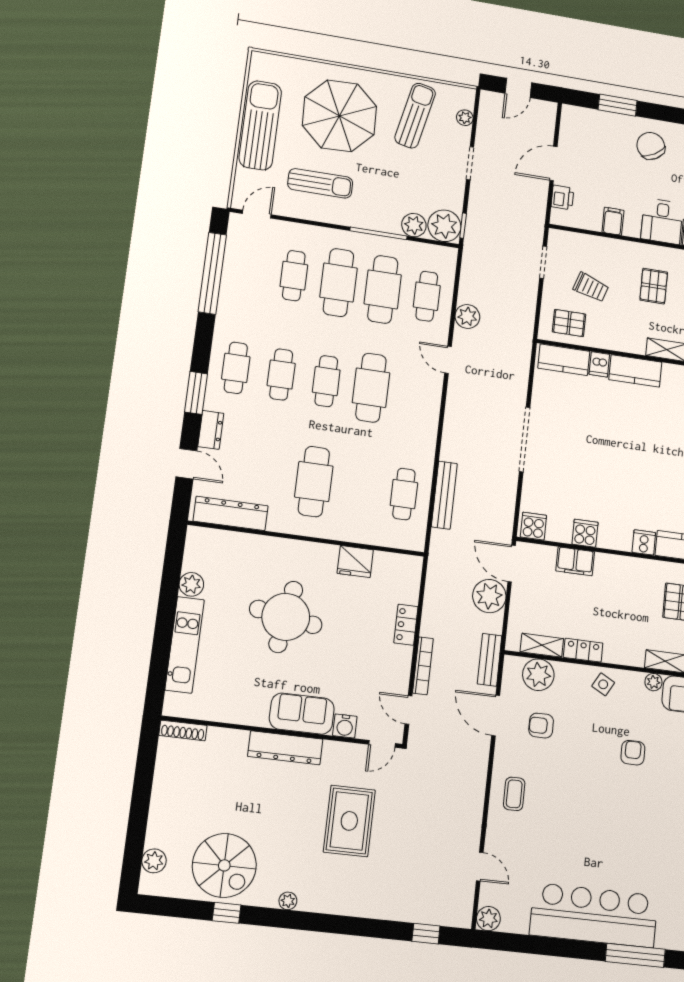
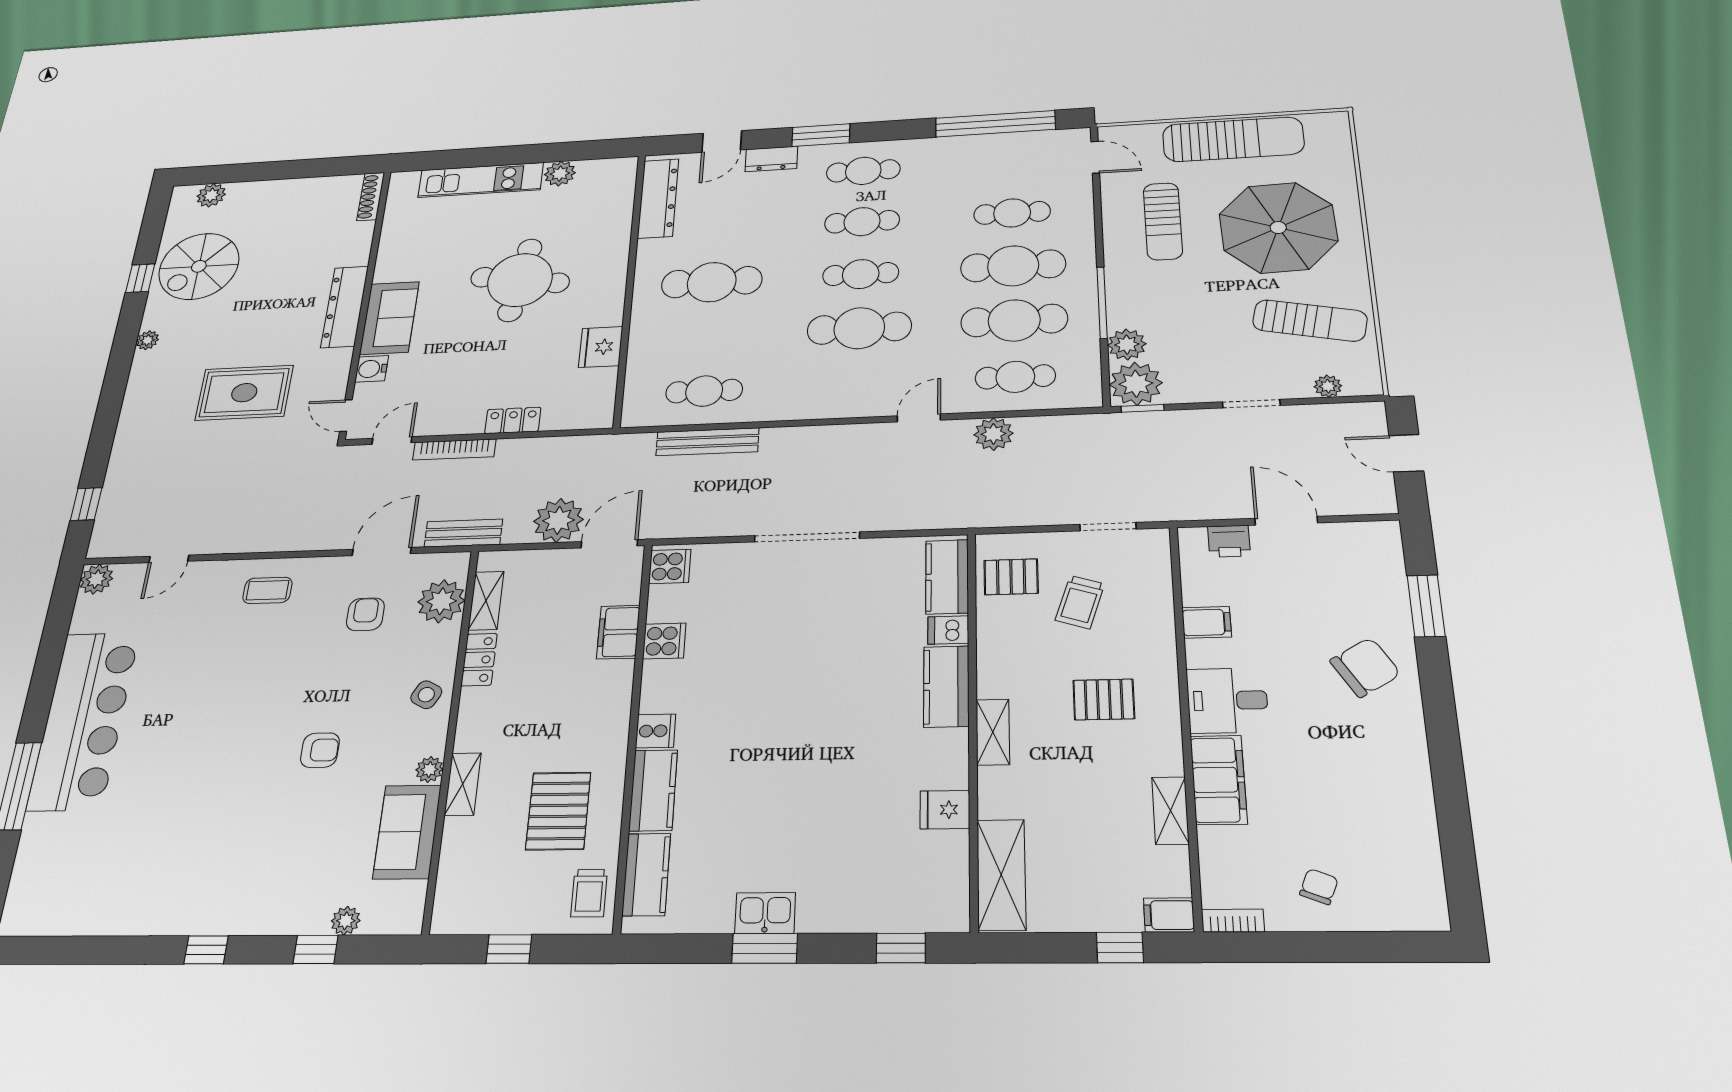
pallet: (569, 323) -> (1011, 577), turned 90

